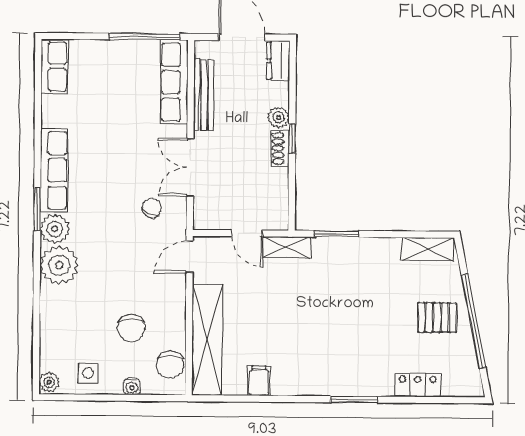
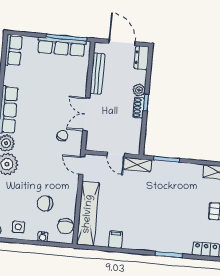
row of seats: (174, 82) -> (61, 47), moved, turned -90
door: (190, 257) -> (82, 165), hinge flipped
chair: (131, 328) -> (45, 203), turned 89

